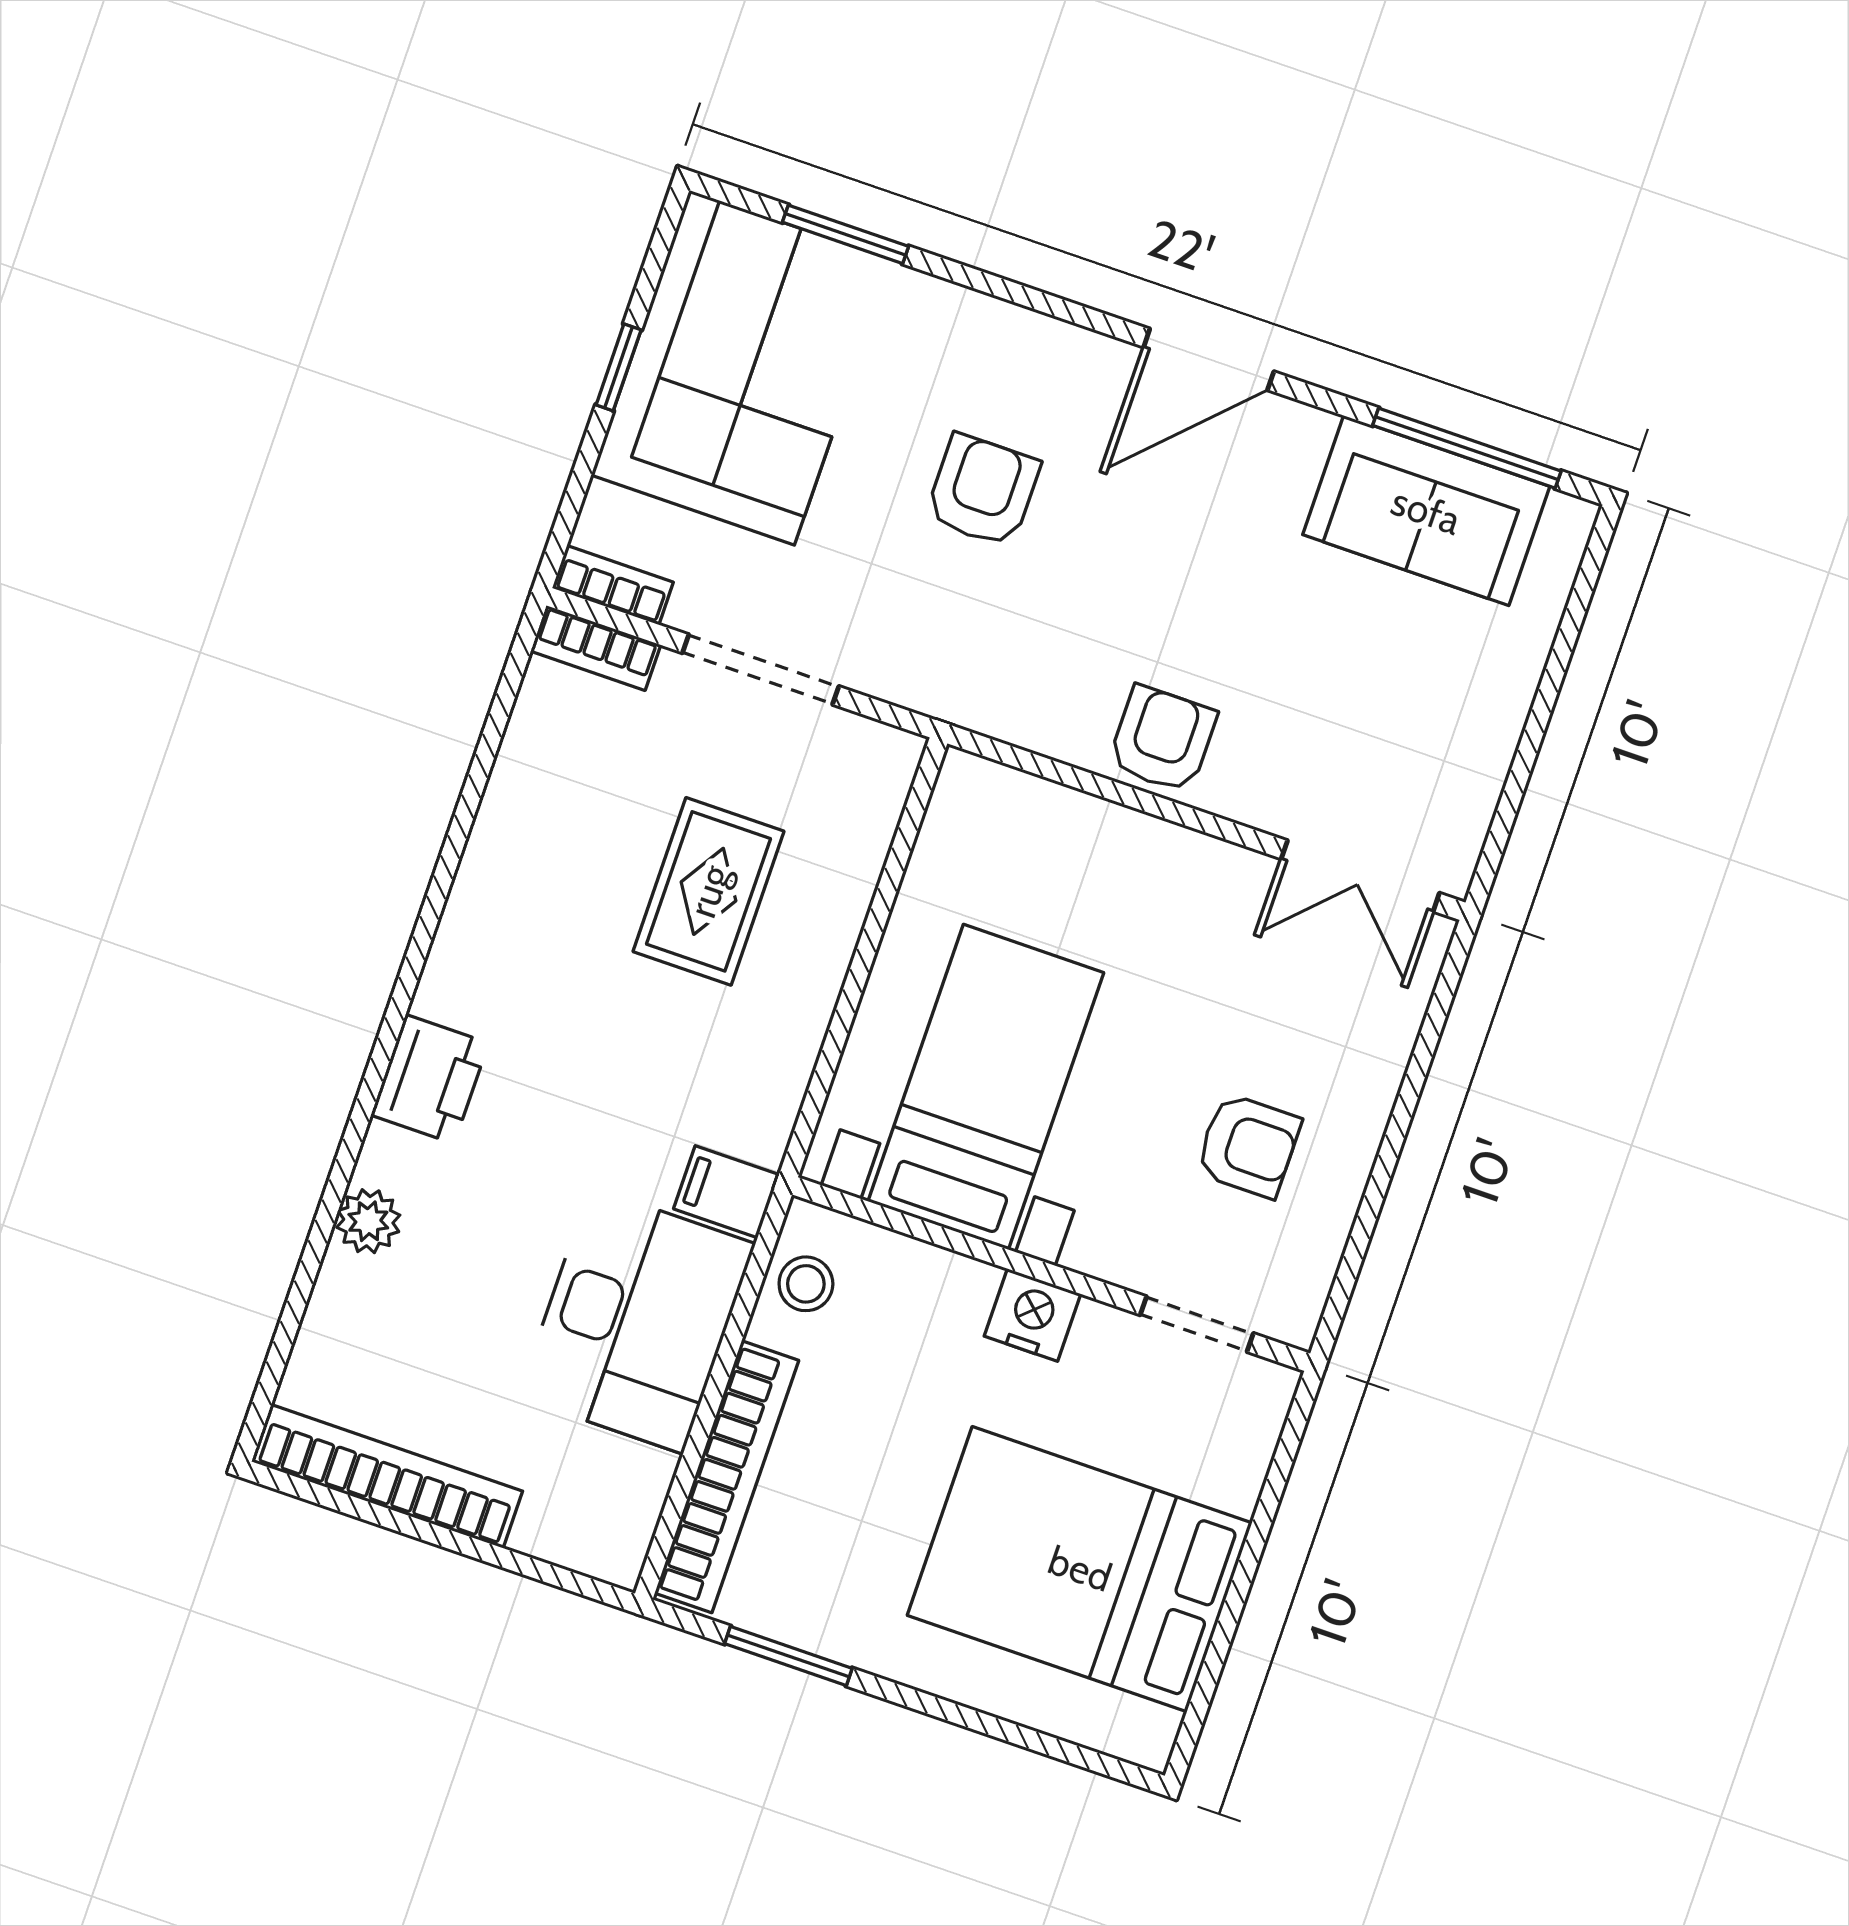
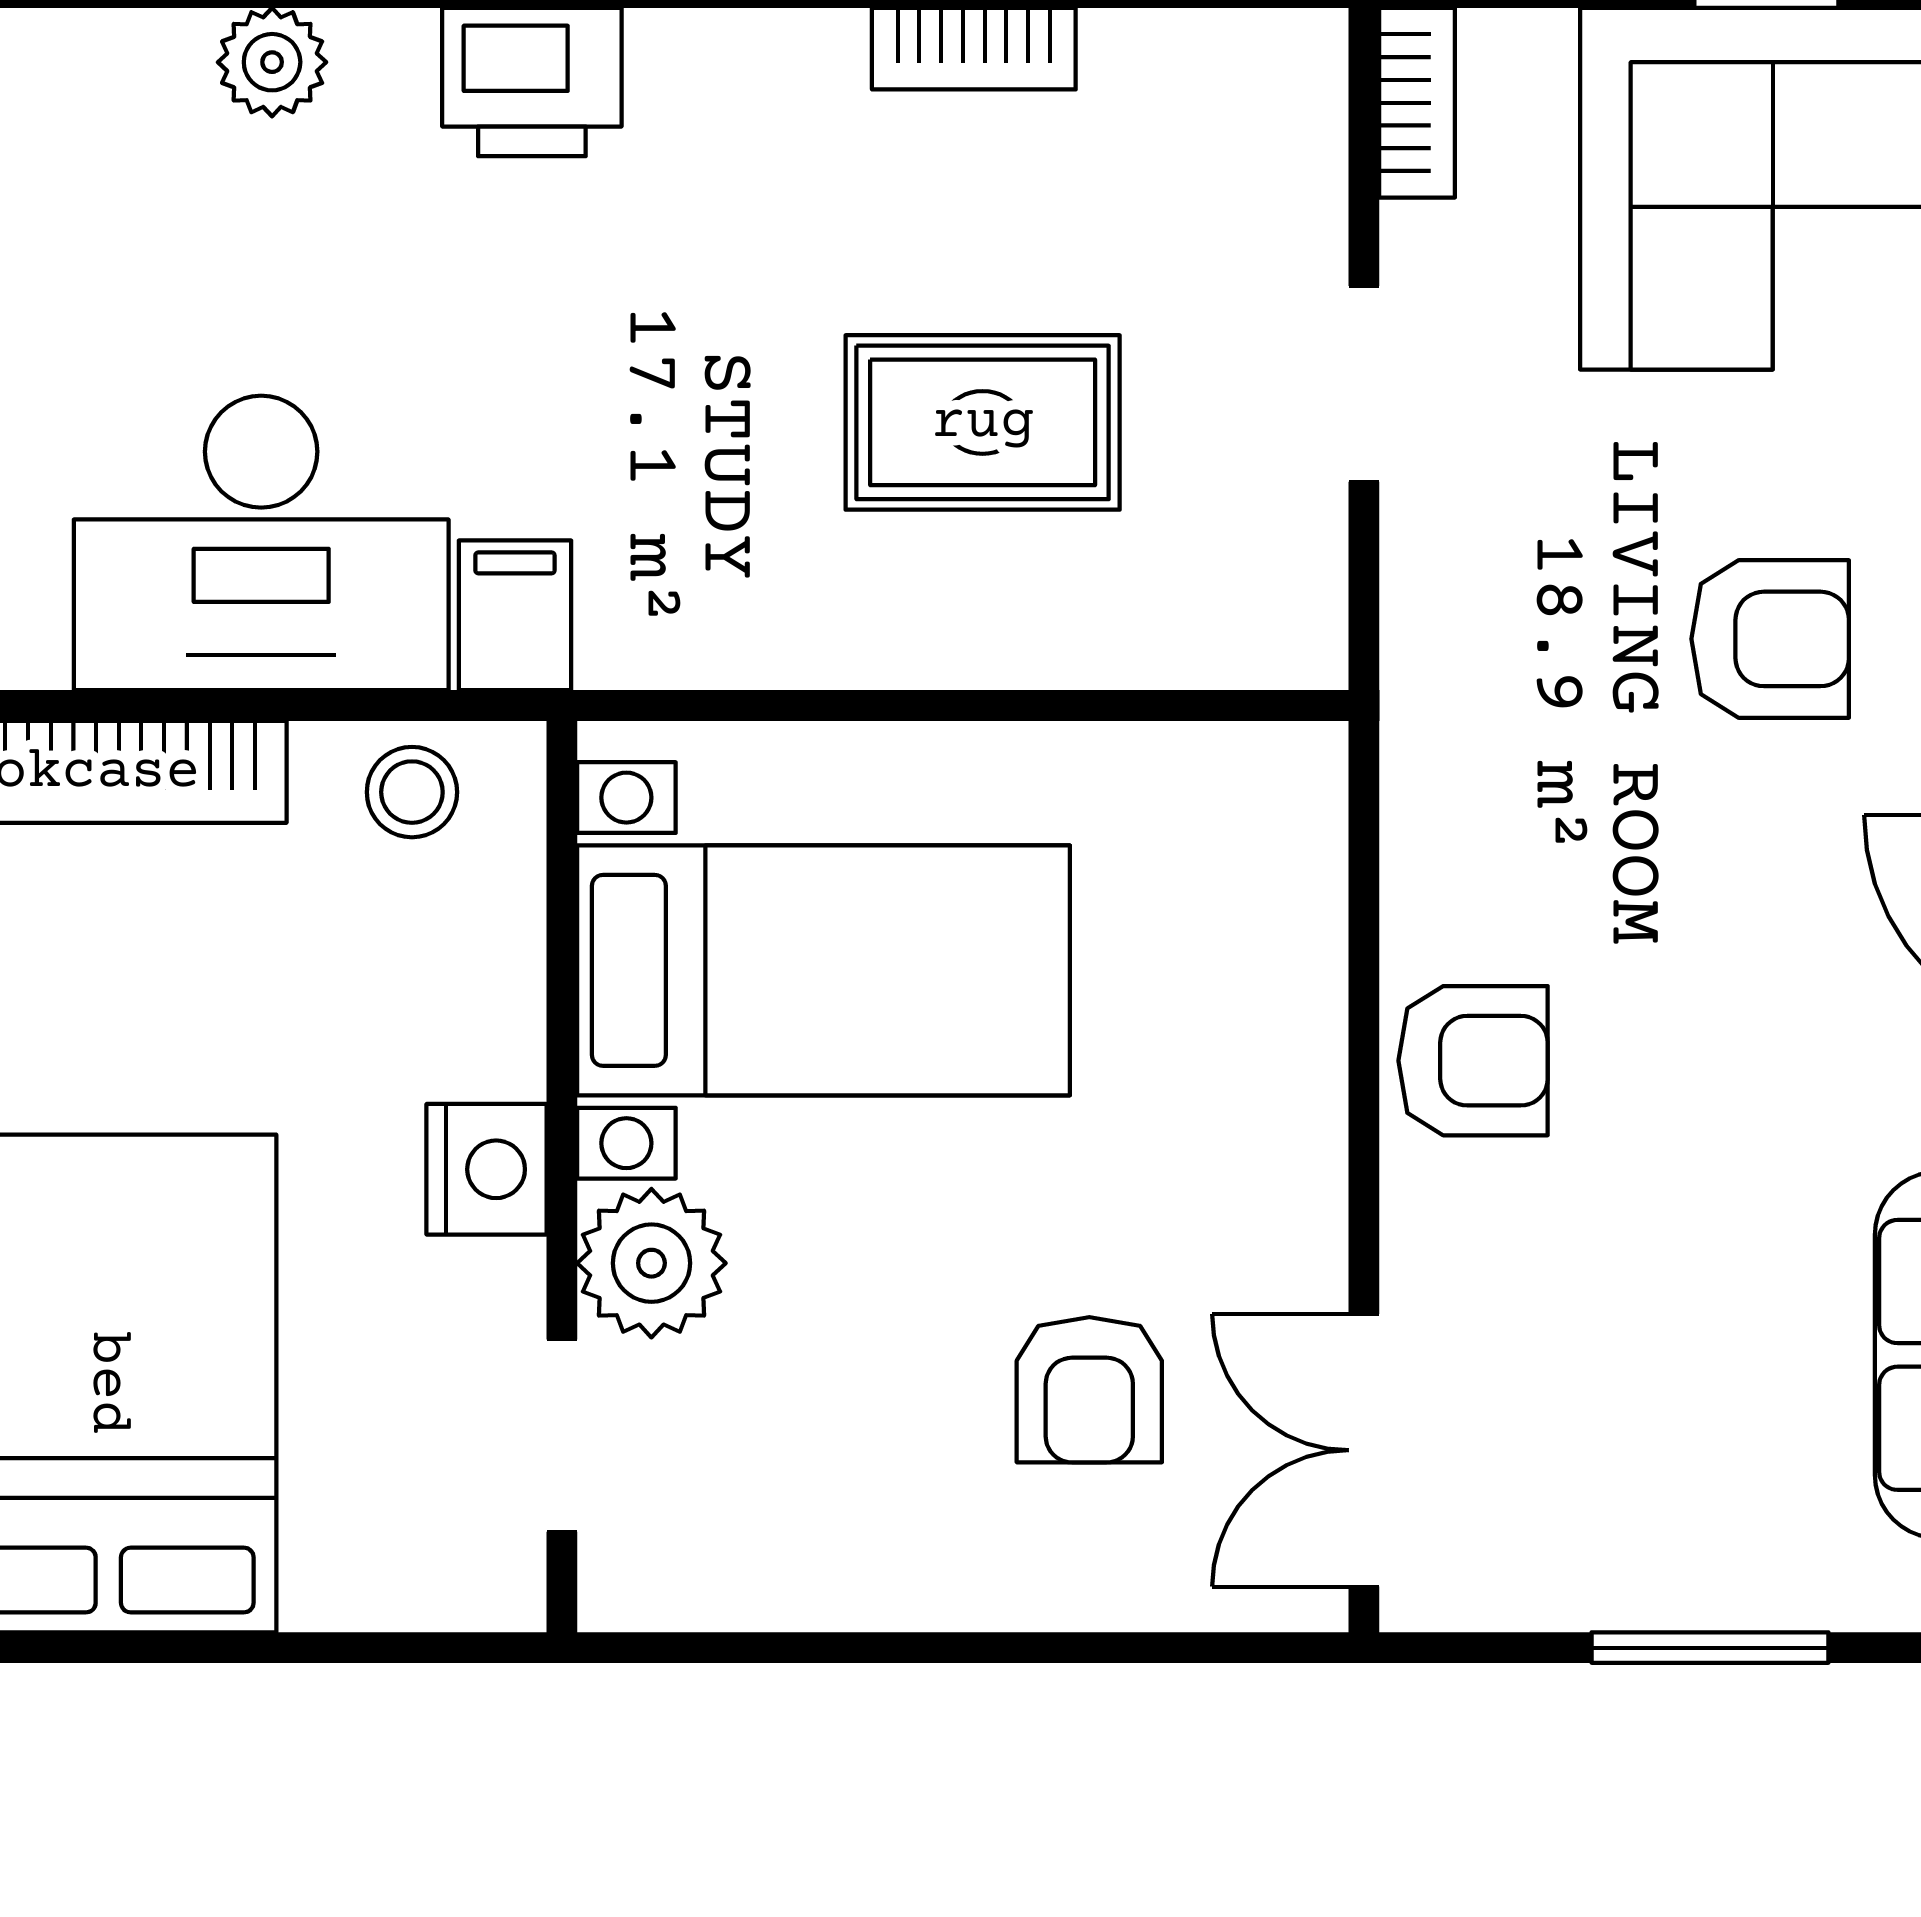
bookcase: (596, 648) -> (974, 49), moved, turned -90
doorway: (761, 670) -> (1364, 384), width x0.73
window: (1538, 720) -> (1710, 1648), added
armchair: (1248, 1146) -> (1089, 1390), moved
plant: (1117, 1240) -> (651, 1263), added

